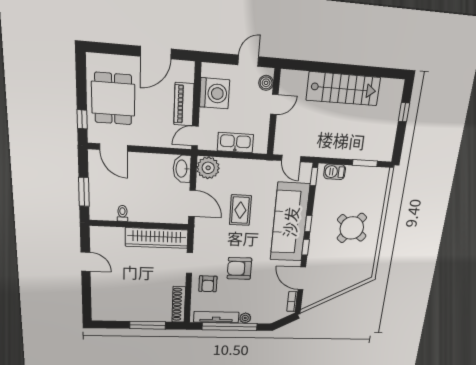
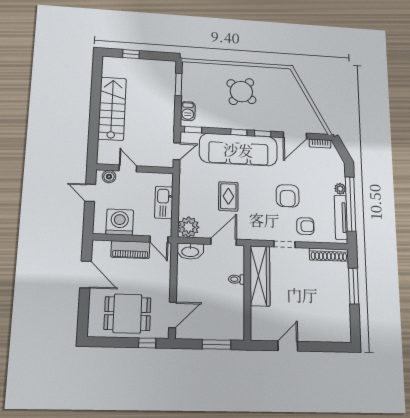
rug: (240, 210) -> (228, 196), turned 90
toilet: (122, 213) -> (237, 279), moved

